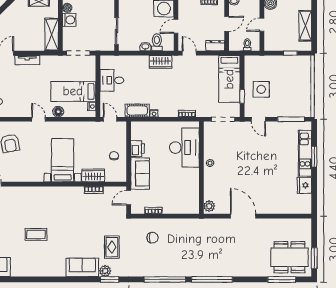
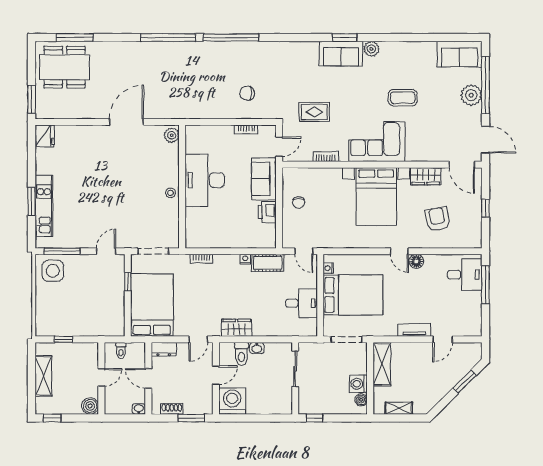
door: (227, 24) -> (148, 378), hinge flipped
door: (189, 53) -> (198, 339), hinge flipped
bed: (229, 79) -> (152, 305), width x1.50
side table: (261, 89) -> (53, 271), moved
bed: (73, 91) -> (353, 295), width x1.50
floor lamp: (58, 112) -> (416, 261), moved
door: (258, 119) -> (106, 251), hinge flipped
desk: (184, 148) -> (205, 180), moved
bed with nightstands: (63, 160) -> (376, 197), width x1.36
wardrobe: (93, 175) -> (426, 176), moved
fridge: (304, 185) -> (45, 136), moved
corner sofa: (55, 201) -> (377, 142), added
door: (243, 216) -> (126, 122), swing flipped
rug: (112, 247) -> (314, 112), moved, turned 90
window: (314, 258) -> (32, 99), moved
plant: (105, 271) -> (371, 49), moved
window: (110, 279) -> (345, 38), moved

